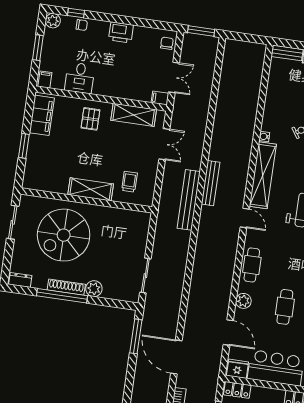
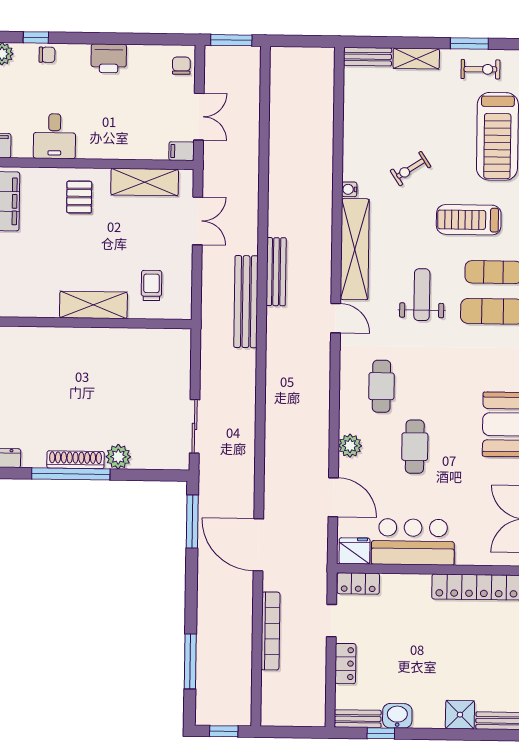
spiral stairs: (64, 235) -> (61, 380), removed
cafe table: (252, 265) -> (381, 386), moved

